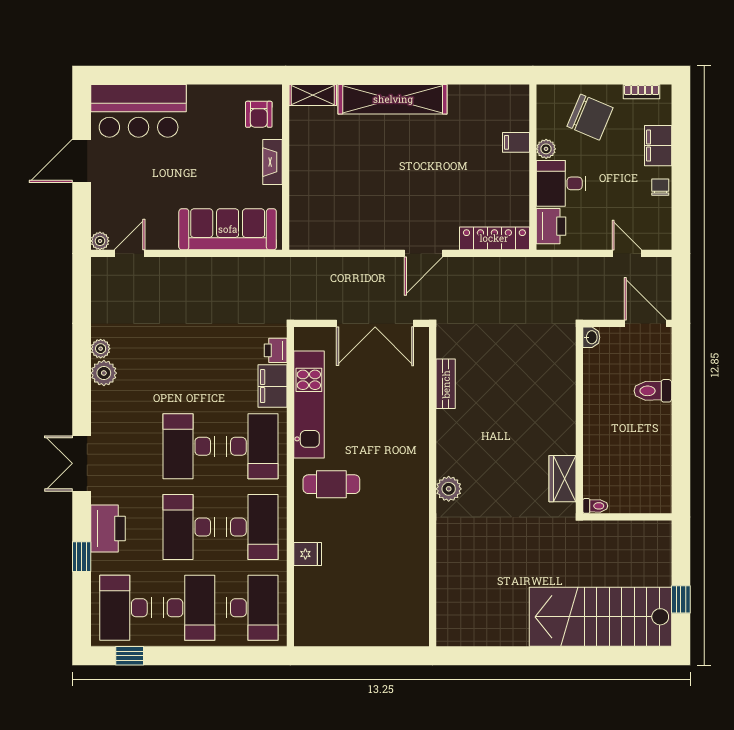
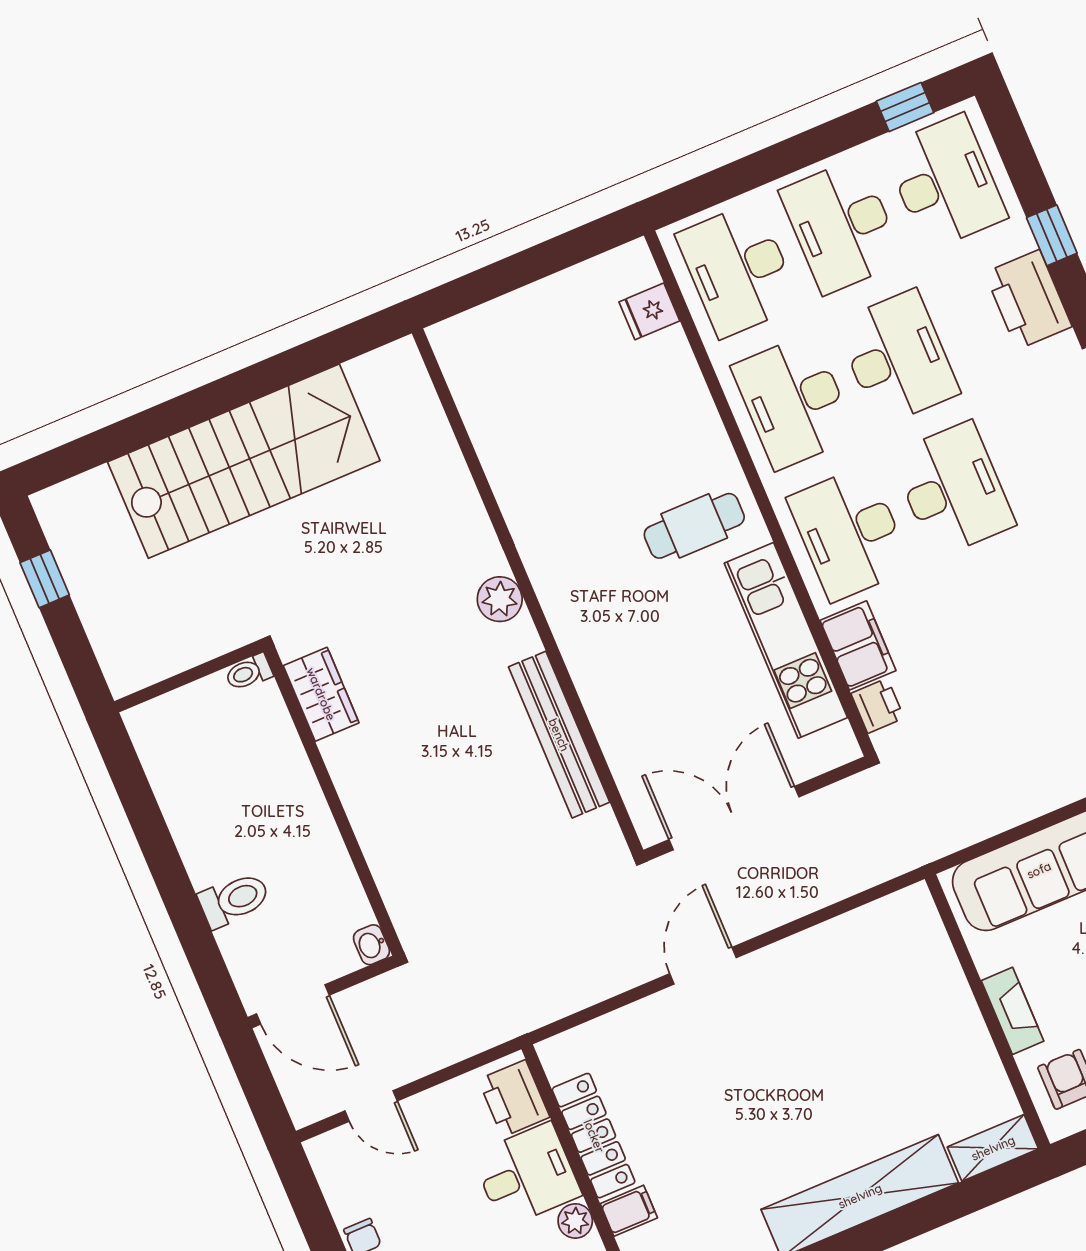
locker: (494, 238) -> (594, 1136), moved, turned -90
bench: (446, 384) -> (559, 735), width x1.86, depth x1.21
fridge: (308, 554) -> (649, 311), moved
stairs: (600, 617) -> (244, 461), moved

